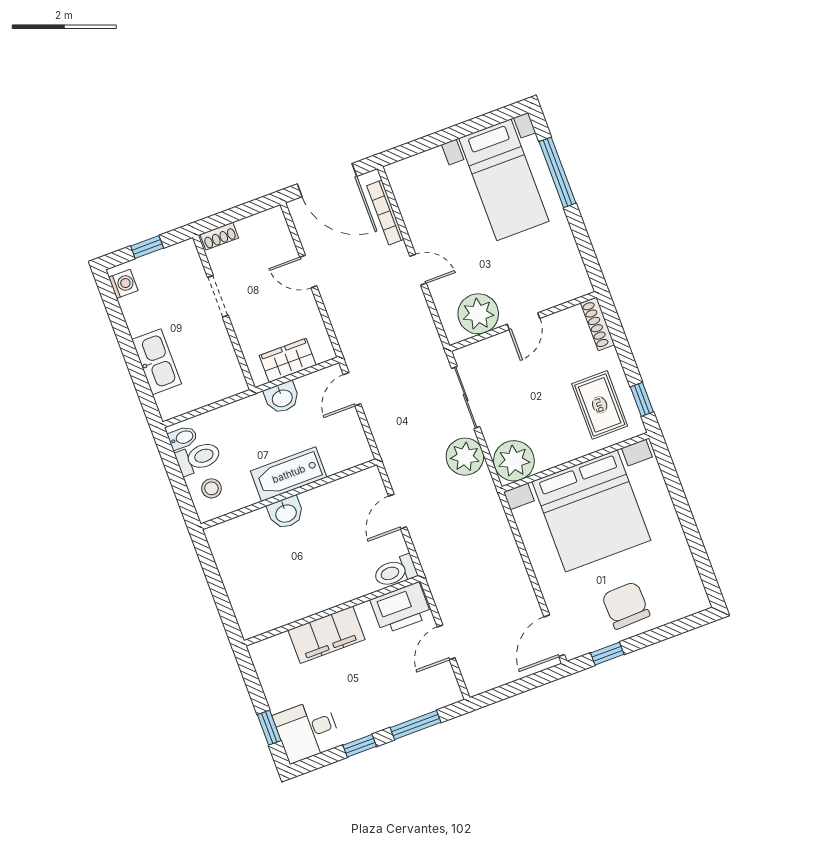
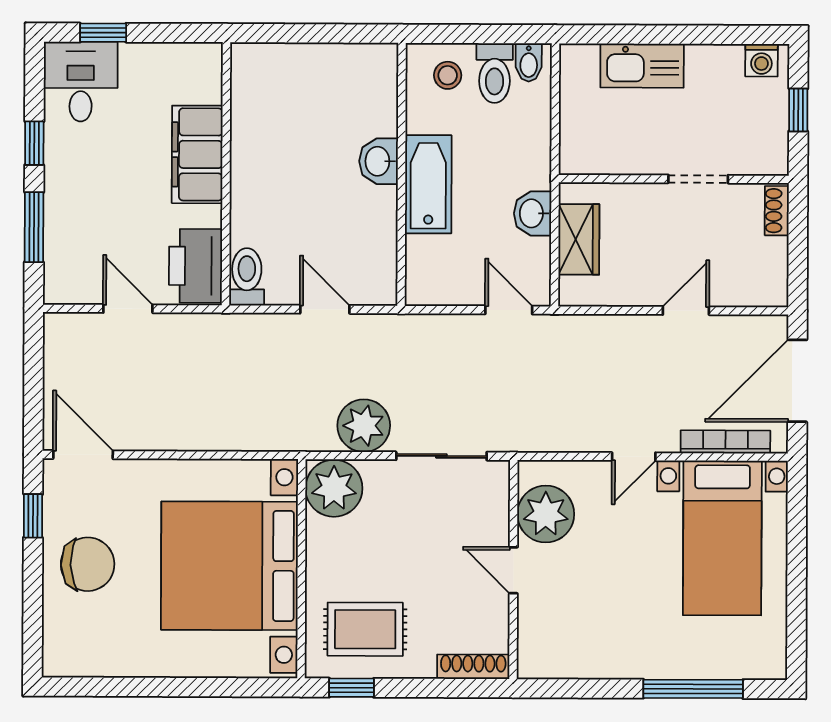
bed with nightstands: (504, 180) -> (722, 538), moved, turned -90

